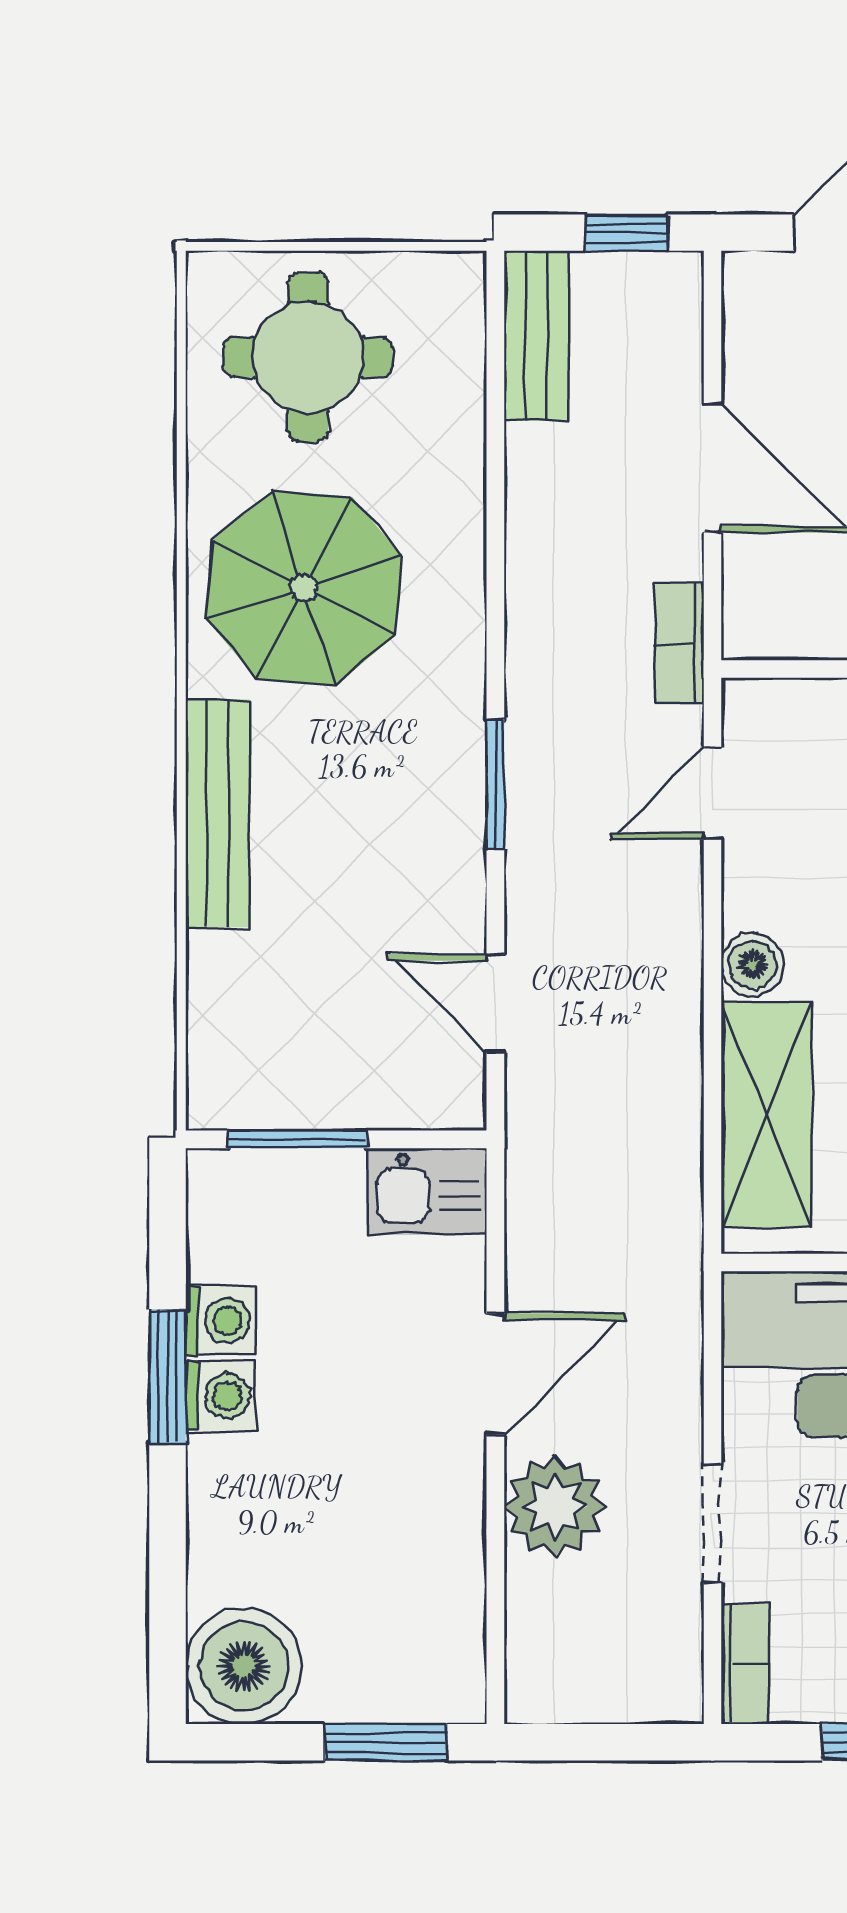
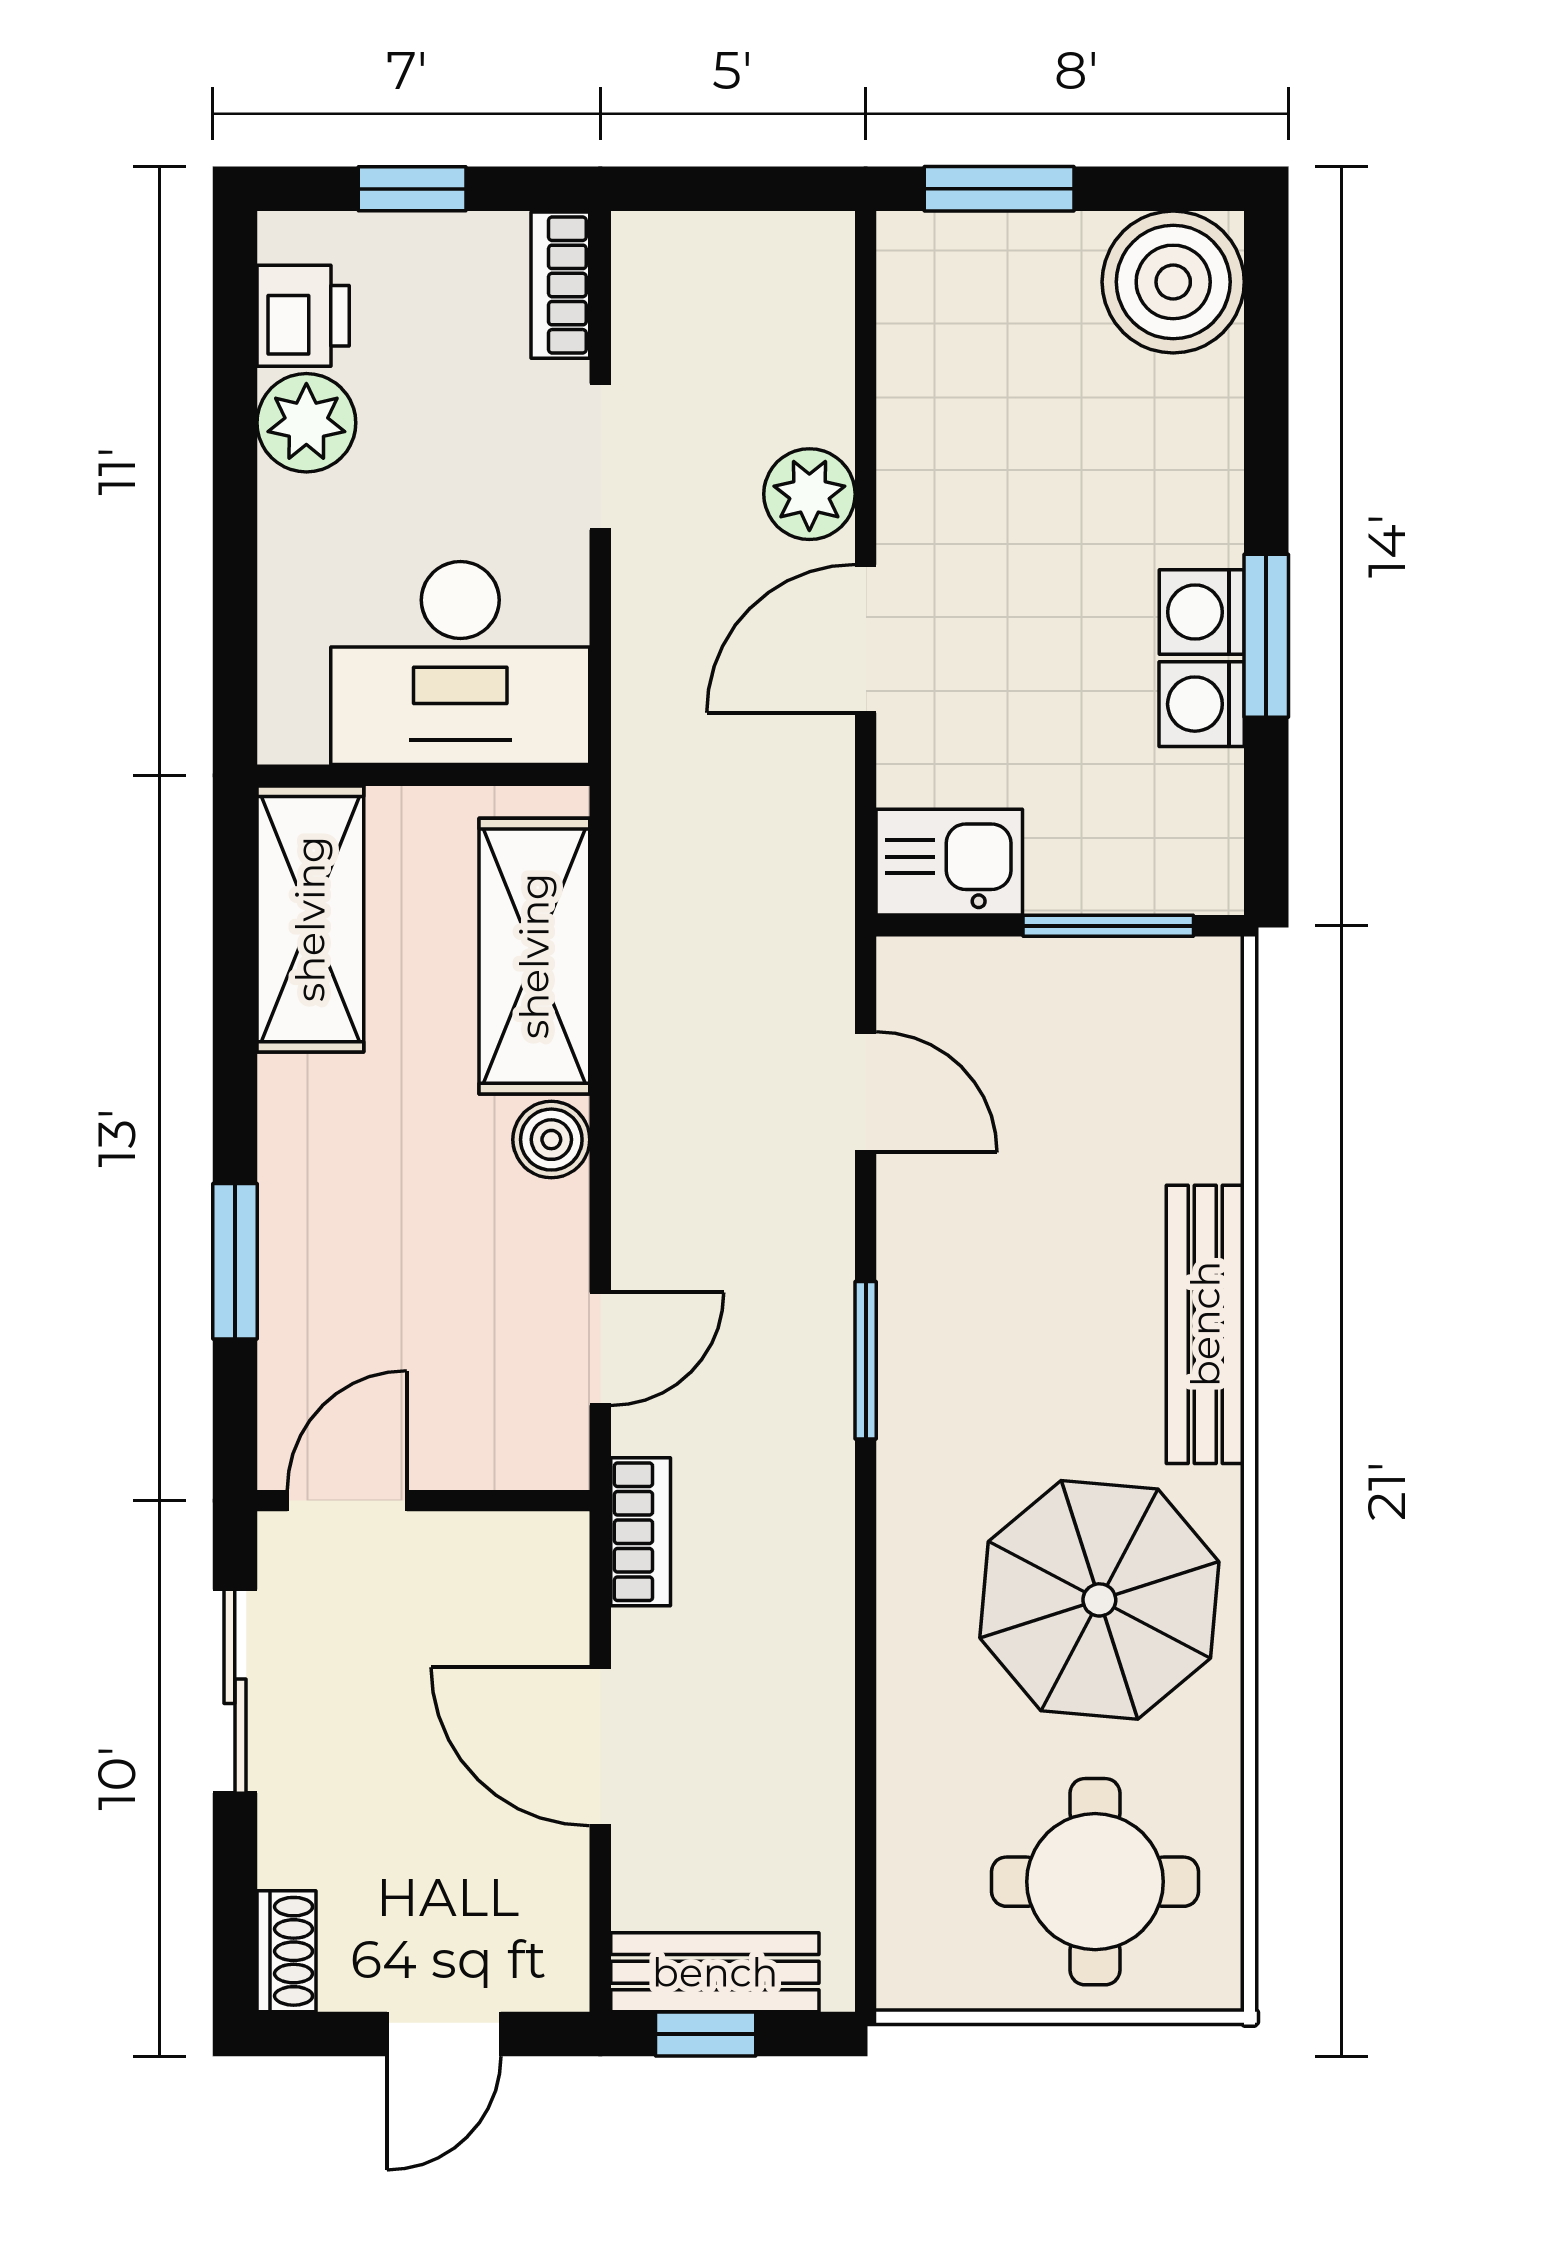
bench: (537, 336) -> (715, 1972), moved, turned 90
plant: (555, 1506) -> (809, 494), width x0.73, depth x0.73

